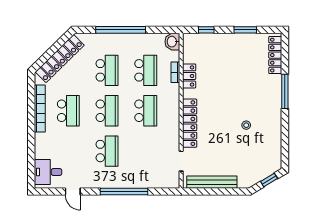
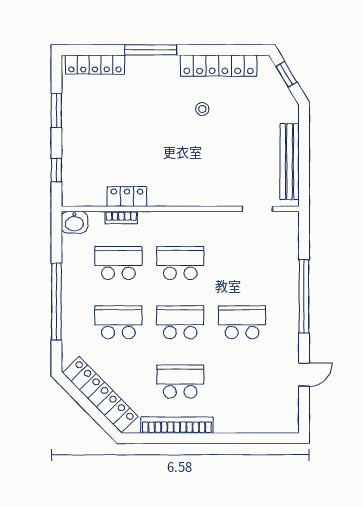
locker: (190, 123) -> (219, 66), moved, turned 180
desk: (48, 172) -> (274, 413), removed

